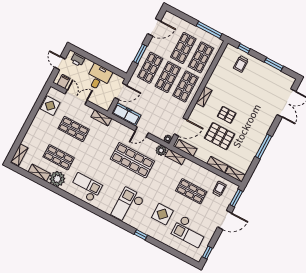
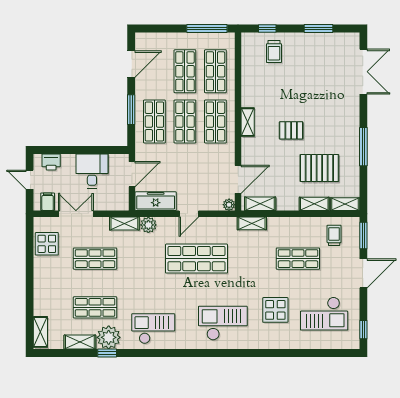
pallet: (220, 136) -> (319, 168), moved
plant: (161, 150) -> (148, 225), moved
checkout: (128, 206) -> (223, 323), turned 90
window: (141, 235) -> (107, 353), moved

